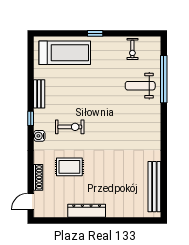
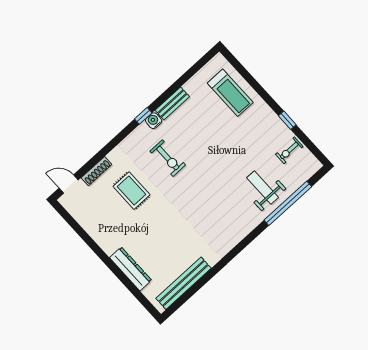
window: (95, 33) -> (287, 120), moved
treadmill: (65, 53) -> (230, 93), width x0.73, depth x0.73
water cooler: (39, 136) -> (154, 121), moved
dresser: (87, 211) -> (131, 269), moved

